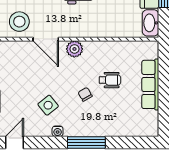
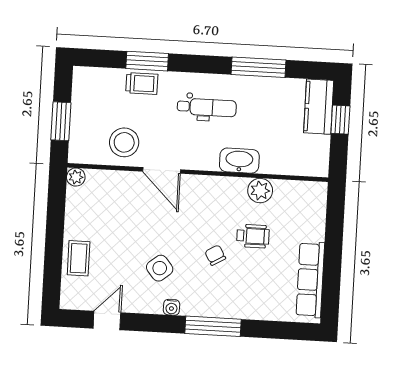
washbasin: (150, 23) -> (239, 161), moved, turned 90
plant: (74, 49) -> (260, 191), moved
row of seats: (150, 84) -> (310, 280), moved

